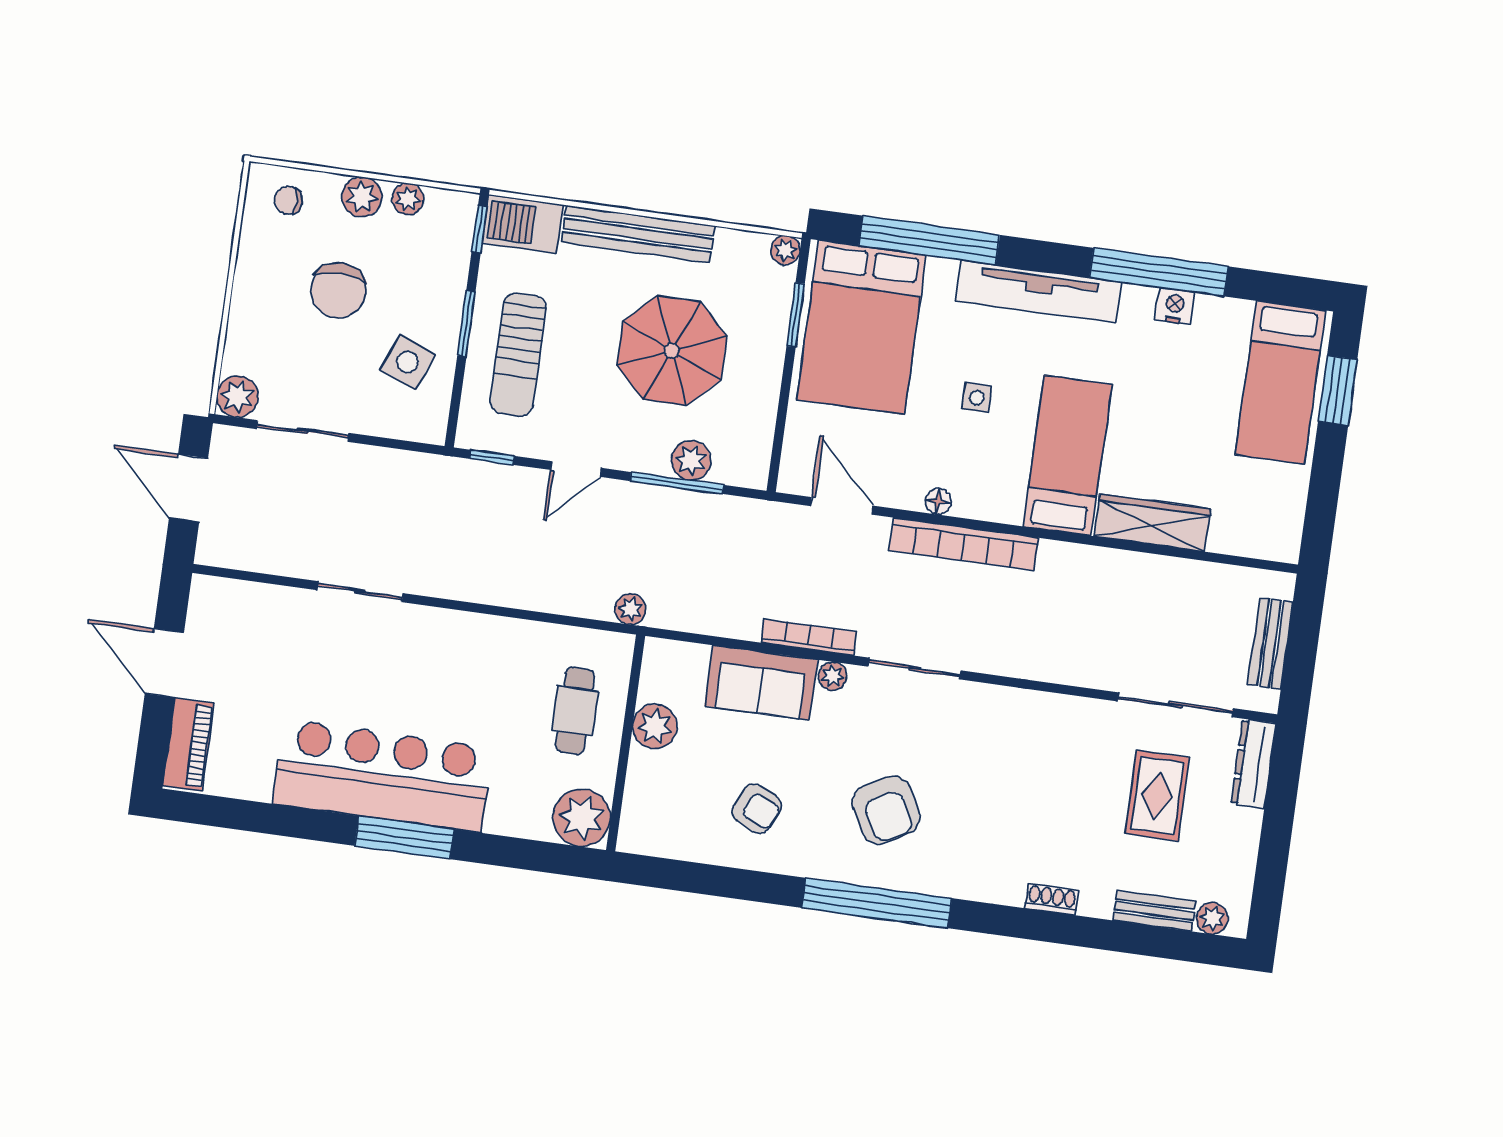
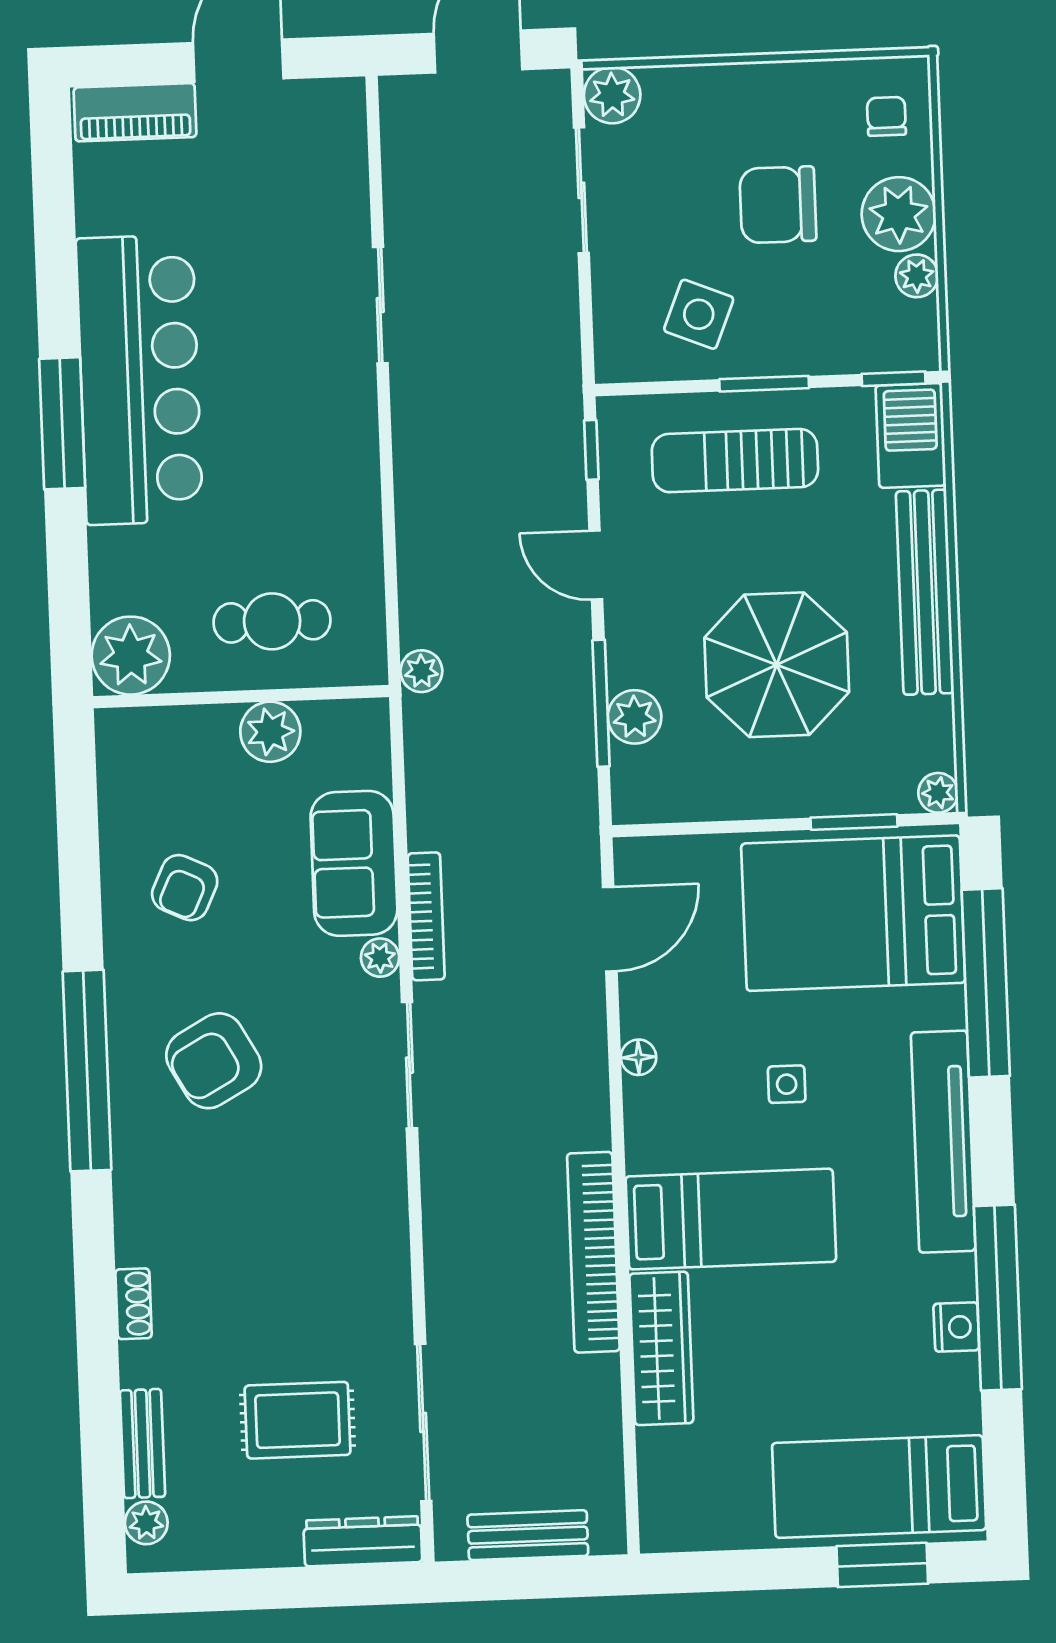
plant: (362, 197) -> (899, 214), width x1.36, depth x1.36
bookcase: (964, 544) -> (593, 1252), moved

